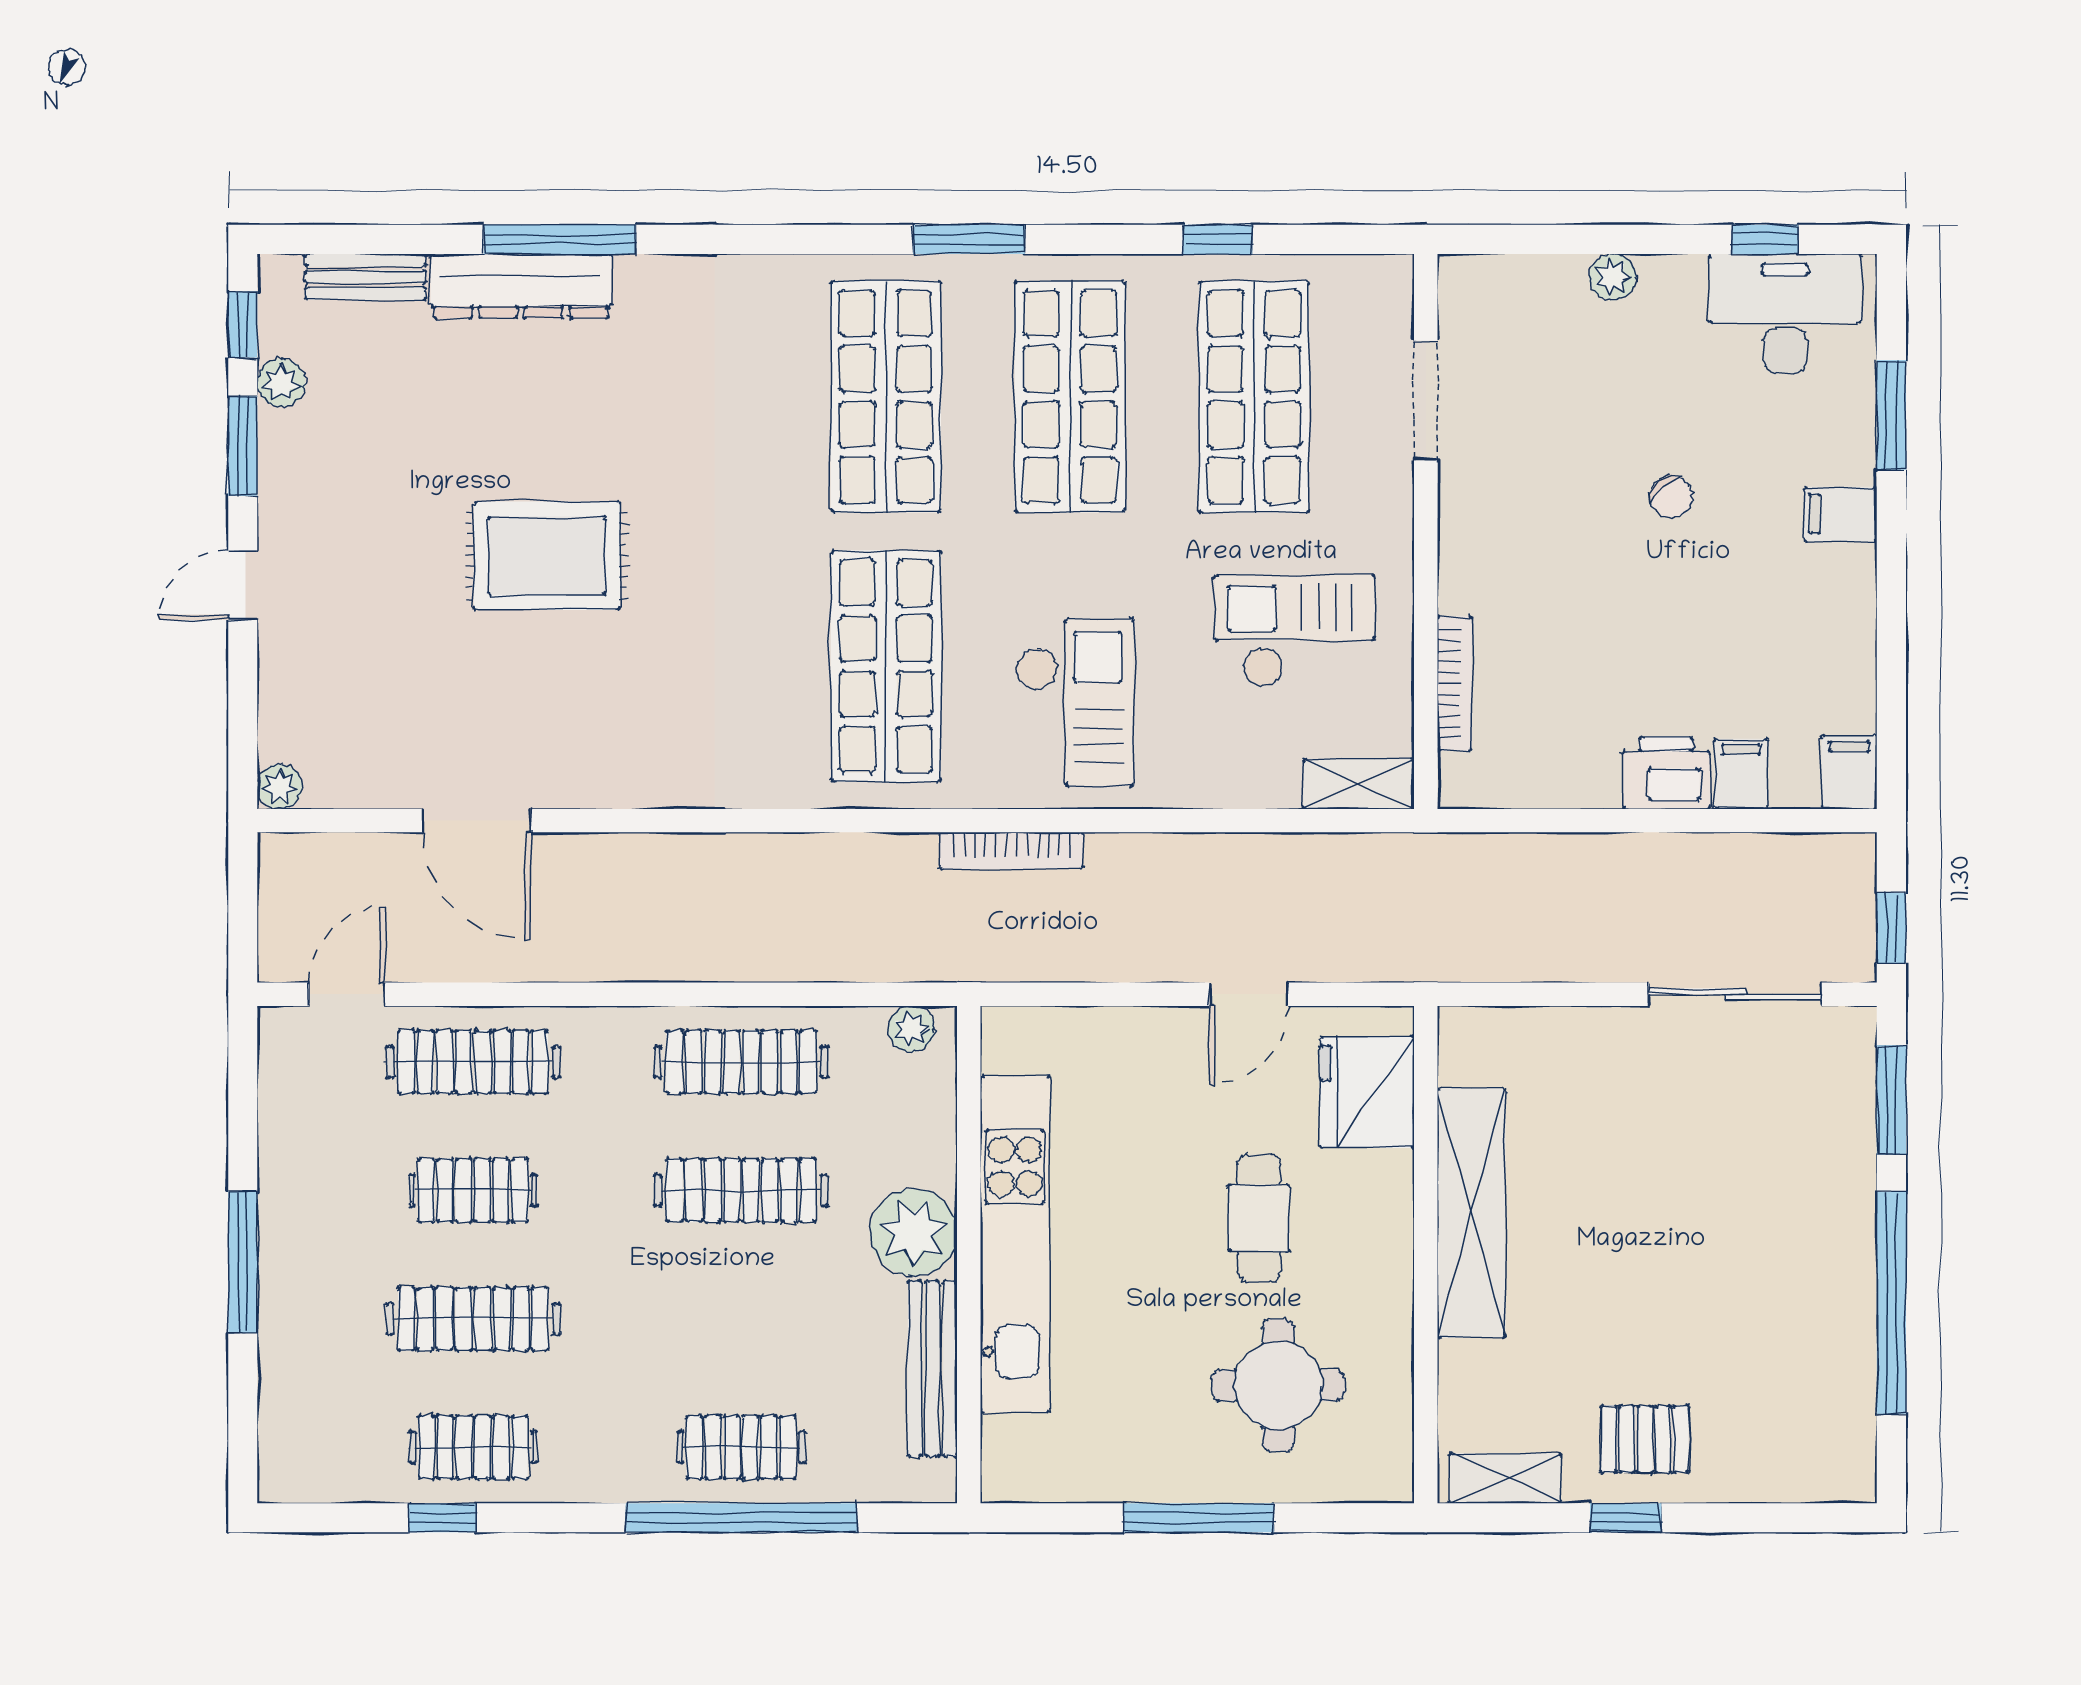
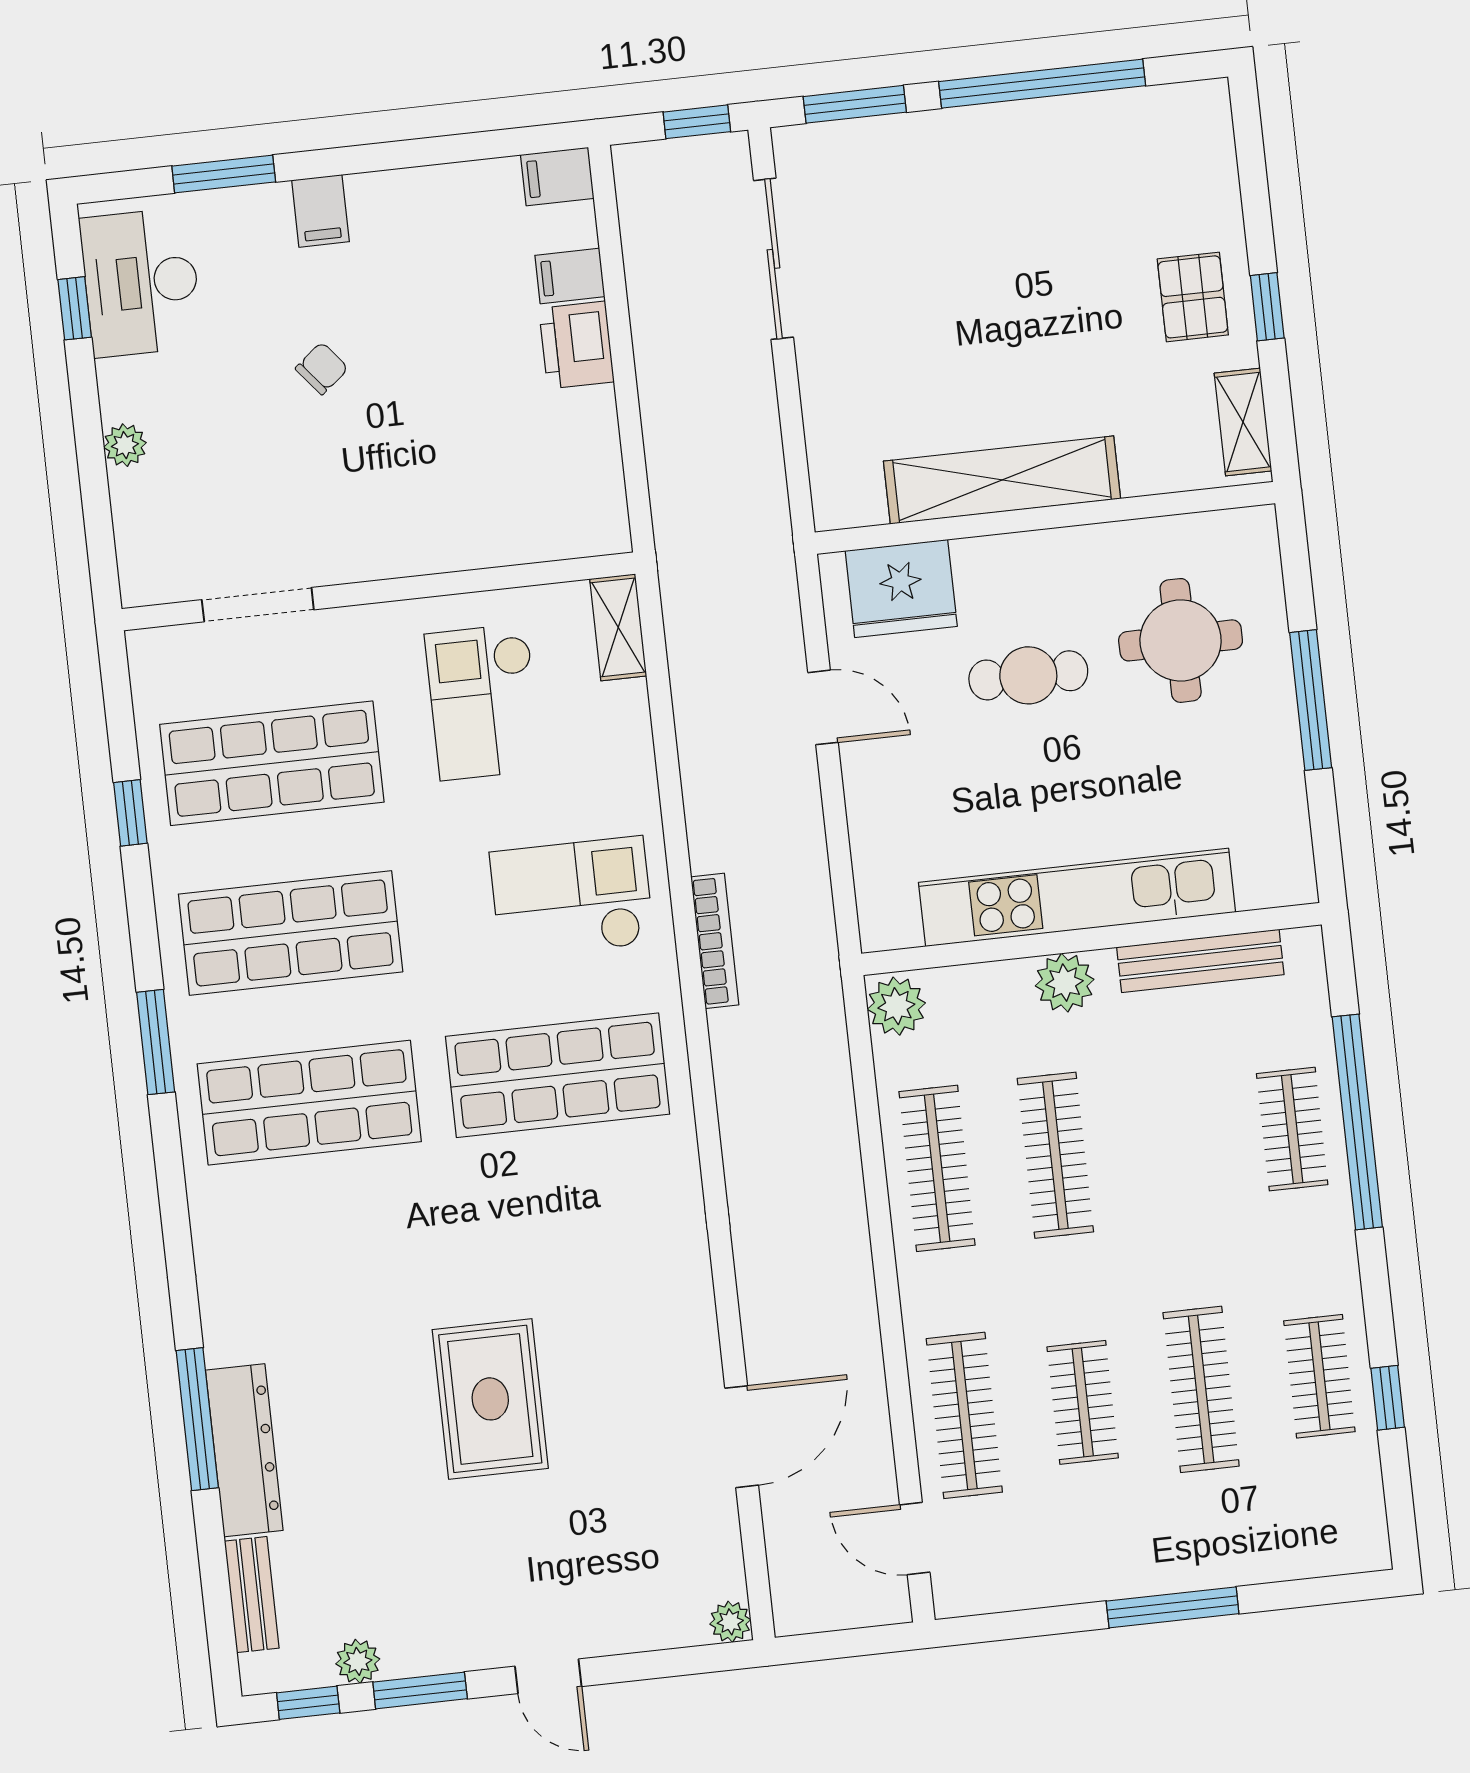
bookcase: (1455, 684) -> (516, 549), removed
plant: (911, 1029) -> (896, 1006), width x1.38, depth x1.38
plant: (914, 1232) -> (1065, 983), width x0.73, depth x0.73

